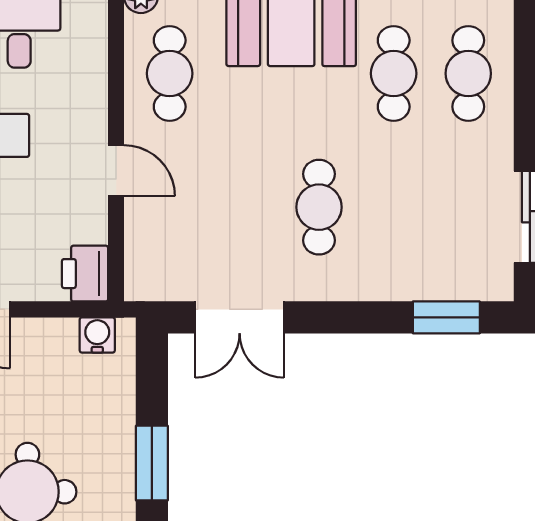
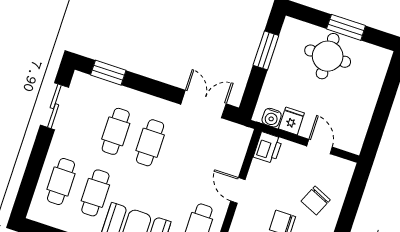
cafe table: (394, 207) -> (116, 131), added
fridge: (56, 341) -> (291, 121), added

